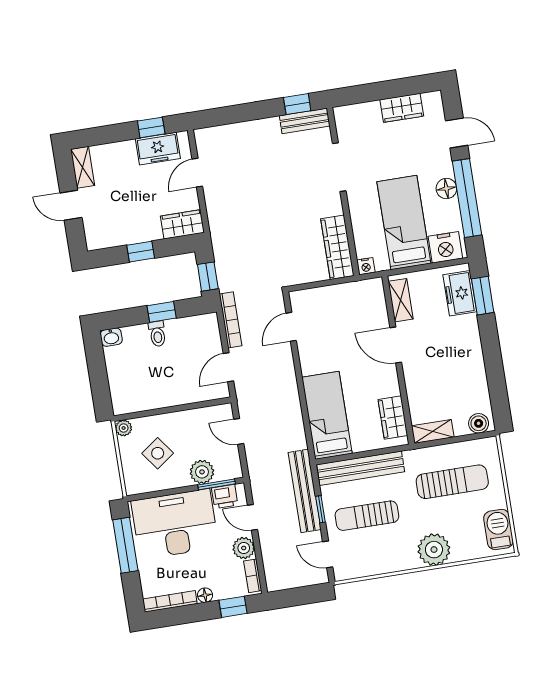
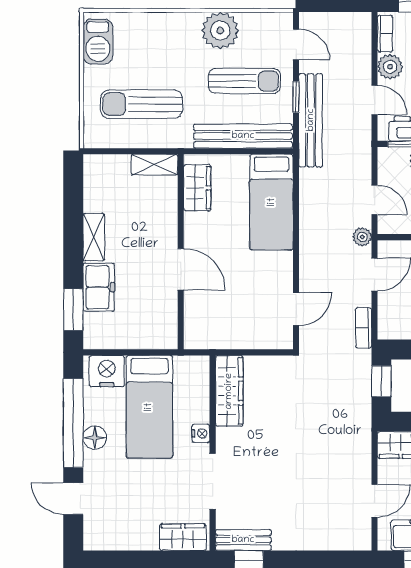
wardrobe: (402, 108) -> (183, 537), moved
nightstand: (366, 266) -> (201, 433), moved, turned 90
freezer: (460, 293) -> (99, 287), moved
shelving: (401, 300) -> (94, 237), moved
bookcase: (231, 320) -> (364, 328), width x0.64
plant: (244, 398) -> (362, 237), added
boiler: (479, 423) -> (101, 166), removed
plant: (434, 550) -> (220, 30), moved

